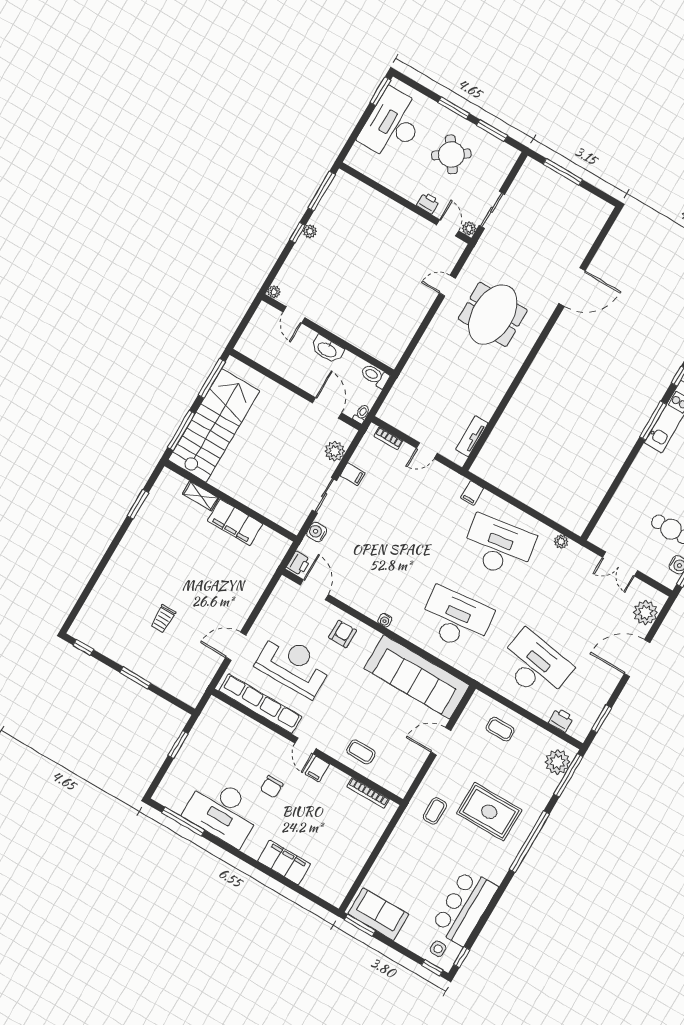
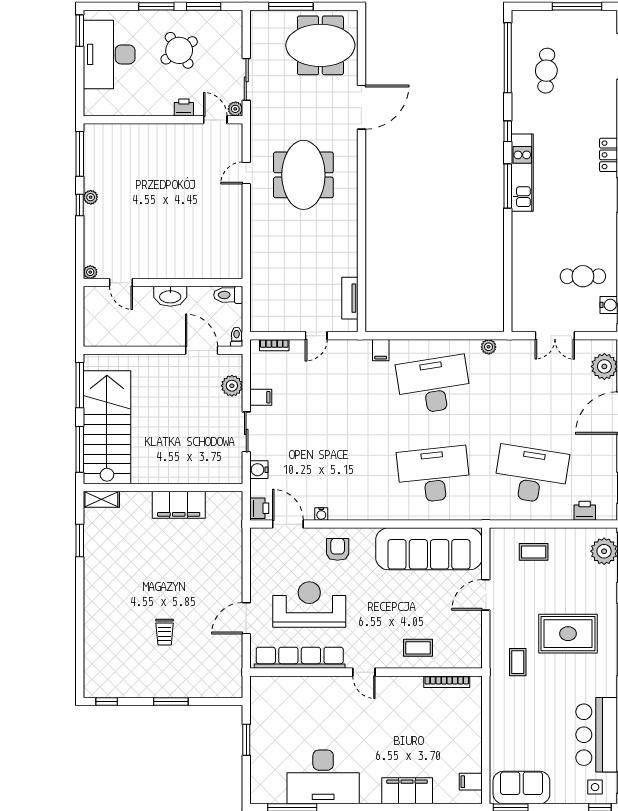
meeting table: (568, 218) -> (320, 45), added
shelving: (201, 496) -> (101, 499), moved
water cooler: (385, 620) -> (321, 514), moved
filing cabinet: (317, 769) -> (471, 782), moved, turned 90
chair: (272, 787) -> (355, 728), removed

